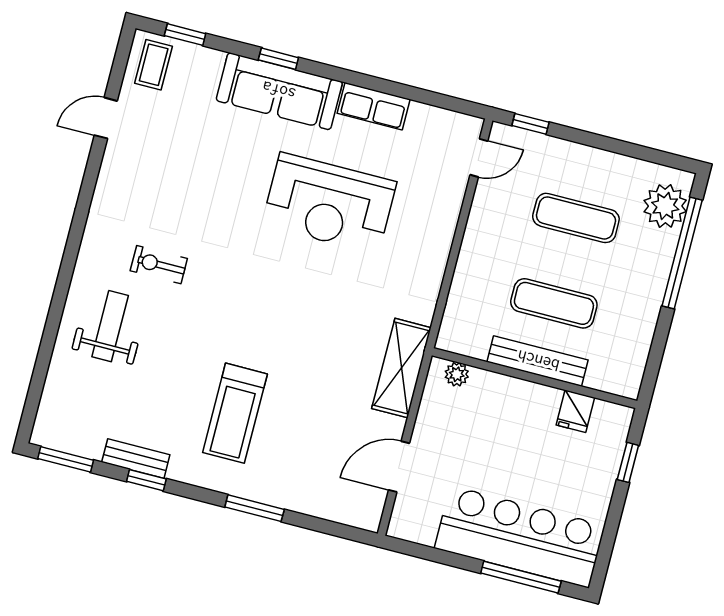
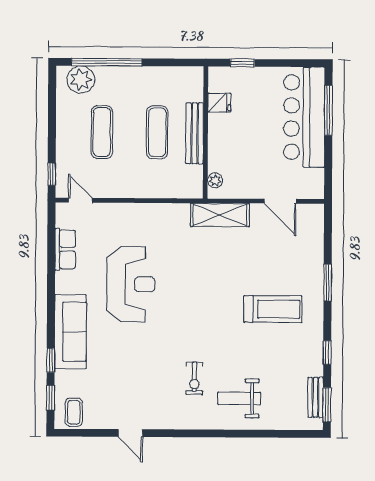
window: (278, 59) -> (51, 360), moved
coffee table: (154, 65) -> (74, 412), turned 90
row of seats: (374, 106) -> (65, 249), moved
door: (106, 118) -> (130, 433), moved
bench: (136, 459) -> (315, 397), moved

